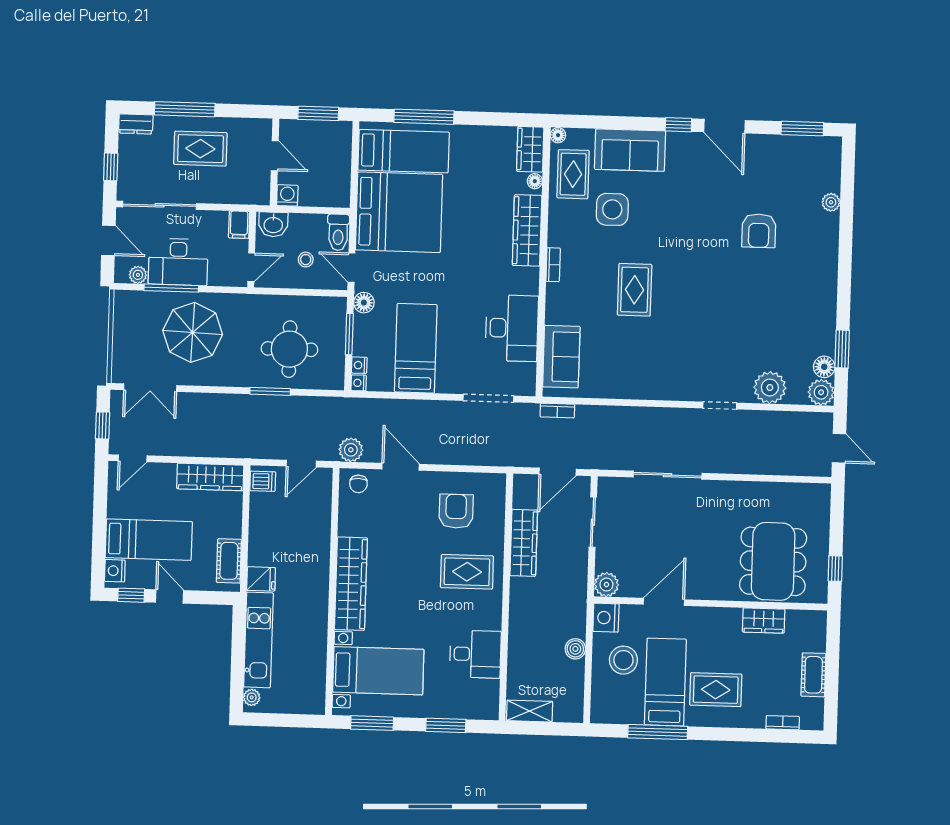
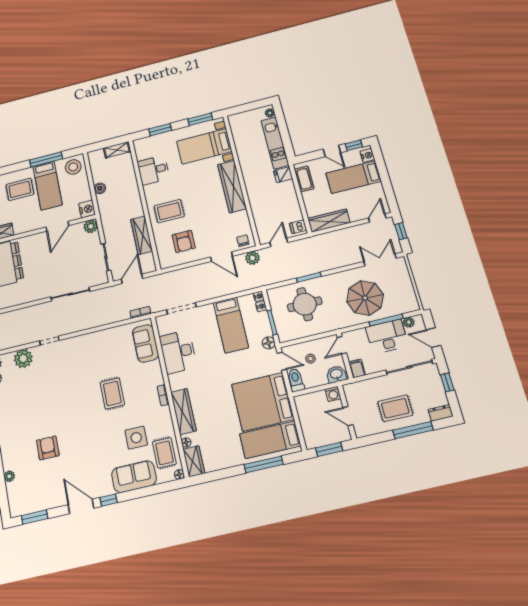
stool: (623, 660) -> (73, 167), moved

